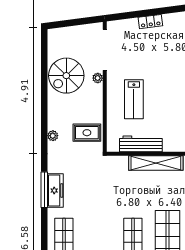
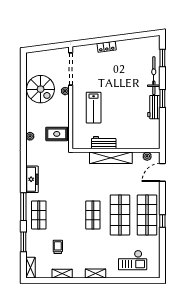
spiral stairs: (66, 76) -> (41, 89), turned -90
workbench: (141, 144) -> (104, 143), width x0.73
window: (44, 190) -> (23, 207), moved

